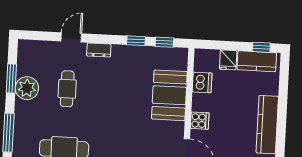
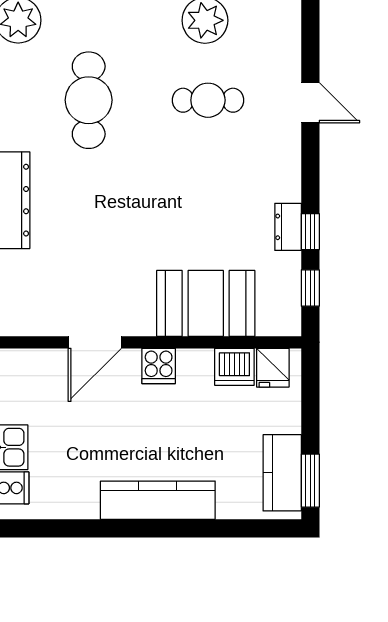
window: (261, 47) -> (310, 481), width x1.50
dresser: (99, 50) -> (288, 227), moved
fridge: (228, 60) -> (273, 368), moved, turned -90

